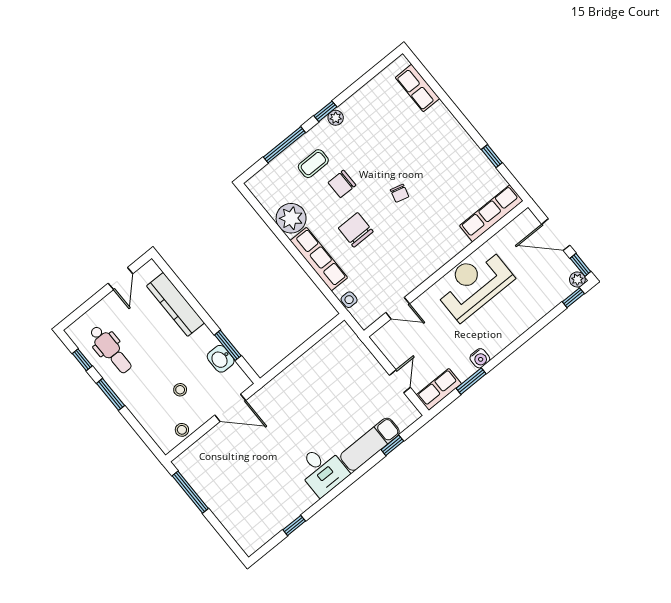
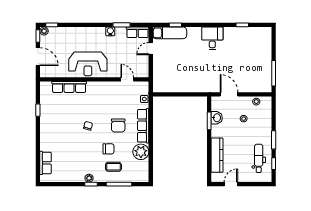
row of seats: (491, 213) -> (69, 87), moved
exam couch: (370, 444) -> (170, 33), moved

